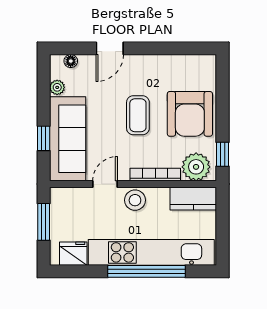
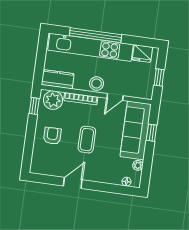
door: (110, 48) -> (73, 183), moved
armchair: (190, 114) -> (52, 136), width x0.53, depth x0.53
window: (44, 222) -> (159, 77), width x0.67

